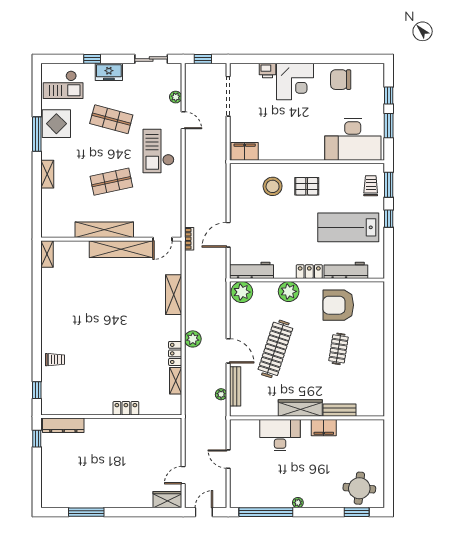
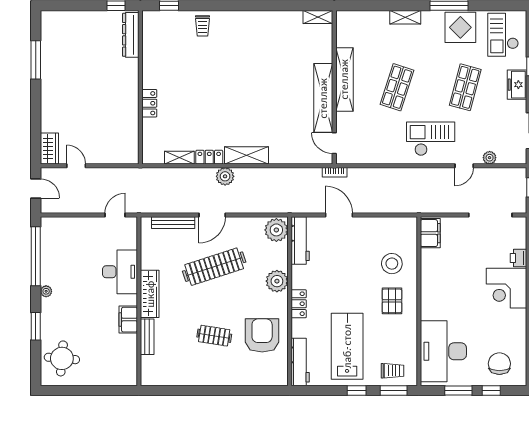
chair: (341, 80) -> (499, 364), moved
shop shelf: (111, 182) -> (397, 87), turned 30
workbench: (346, 270) -> (300, 362), moved
shelving: (174, 295) -> (246, 155), moved
clothes rail: (275, 349) -> (214, 267), turned -36
plant: (221, 394) -> (165, 207), removed
door: (228, 459) -> (115, 215), moved
window: (357, 512) -> (36, 326), moved

